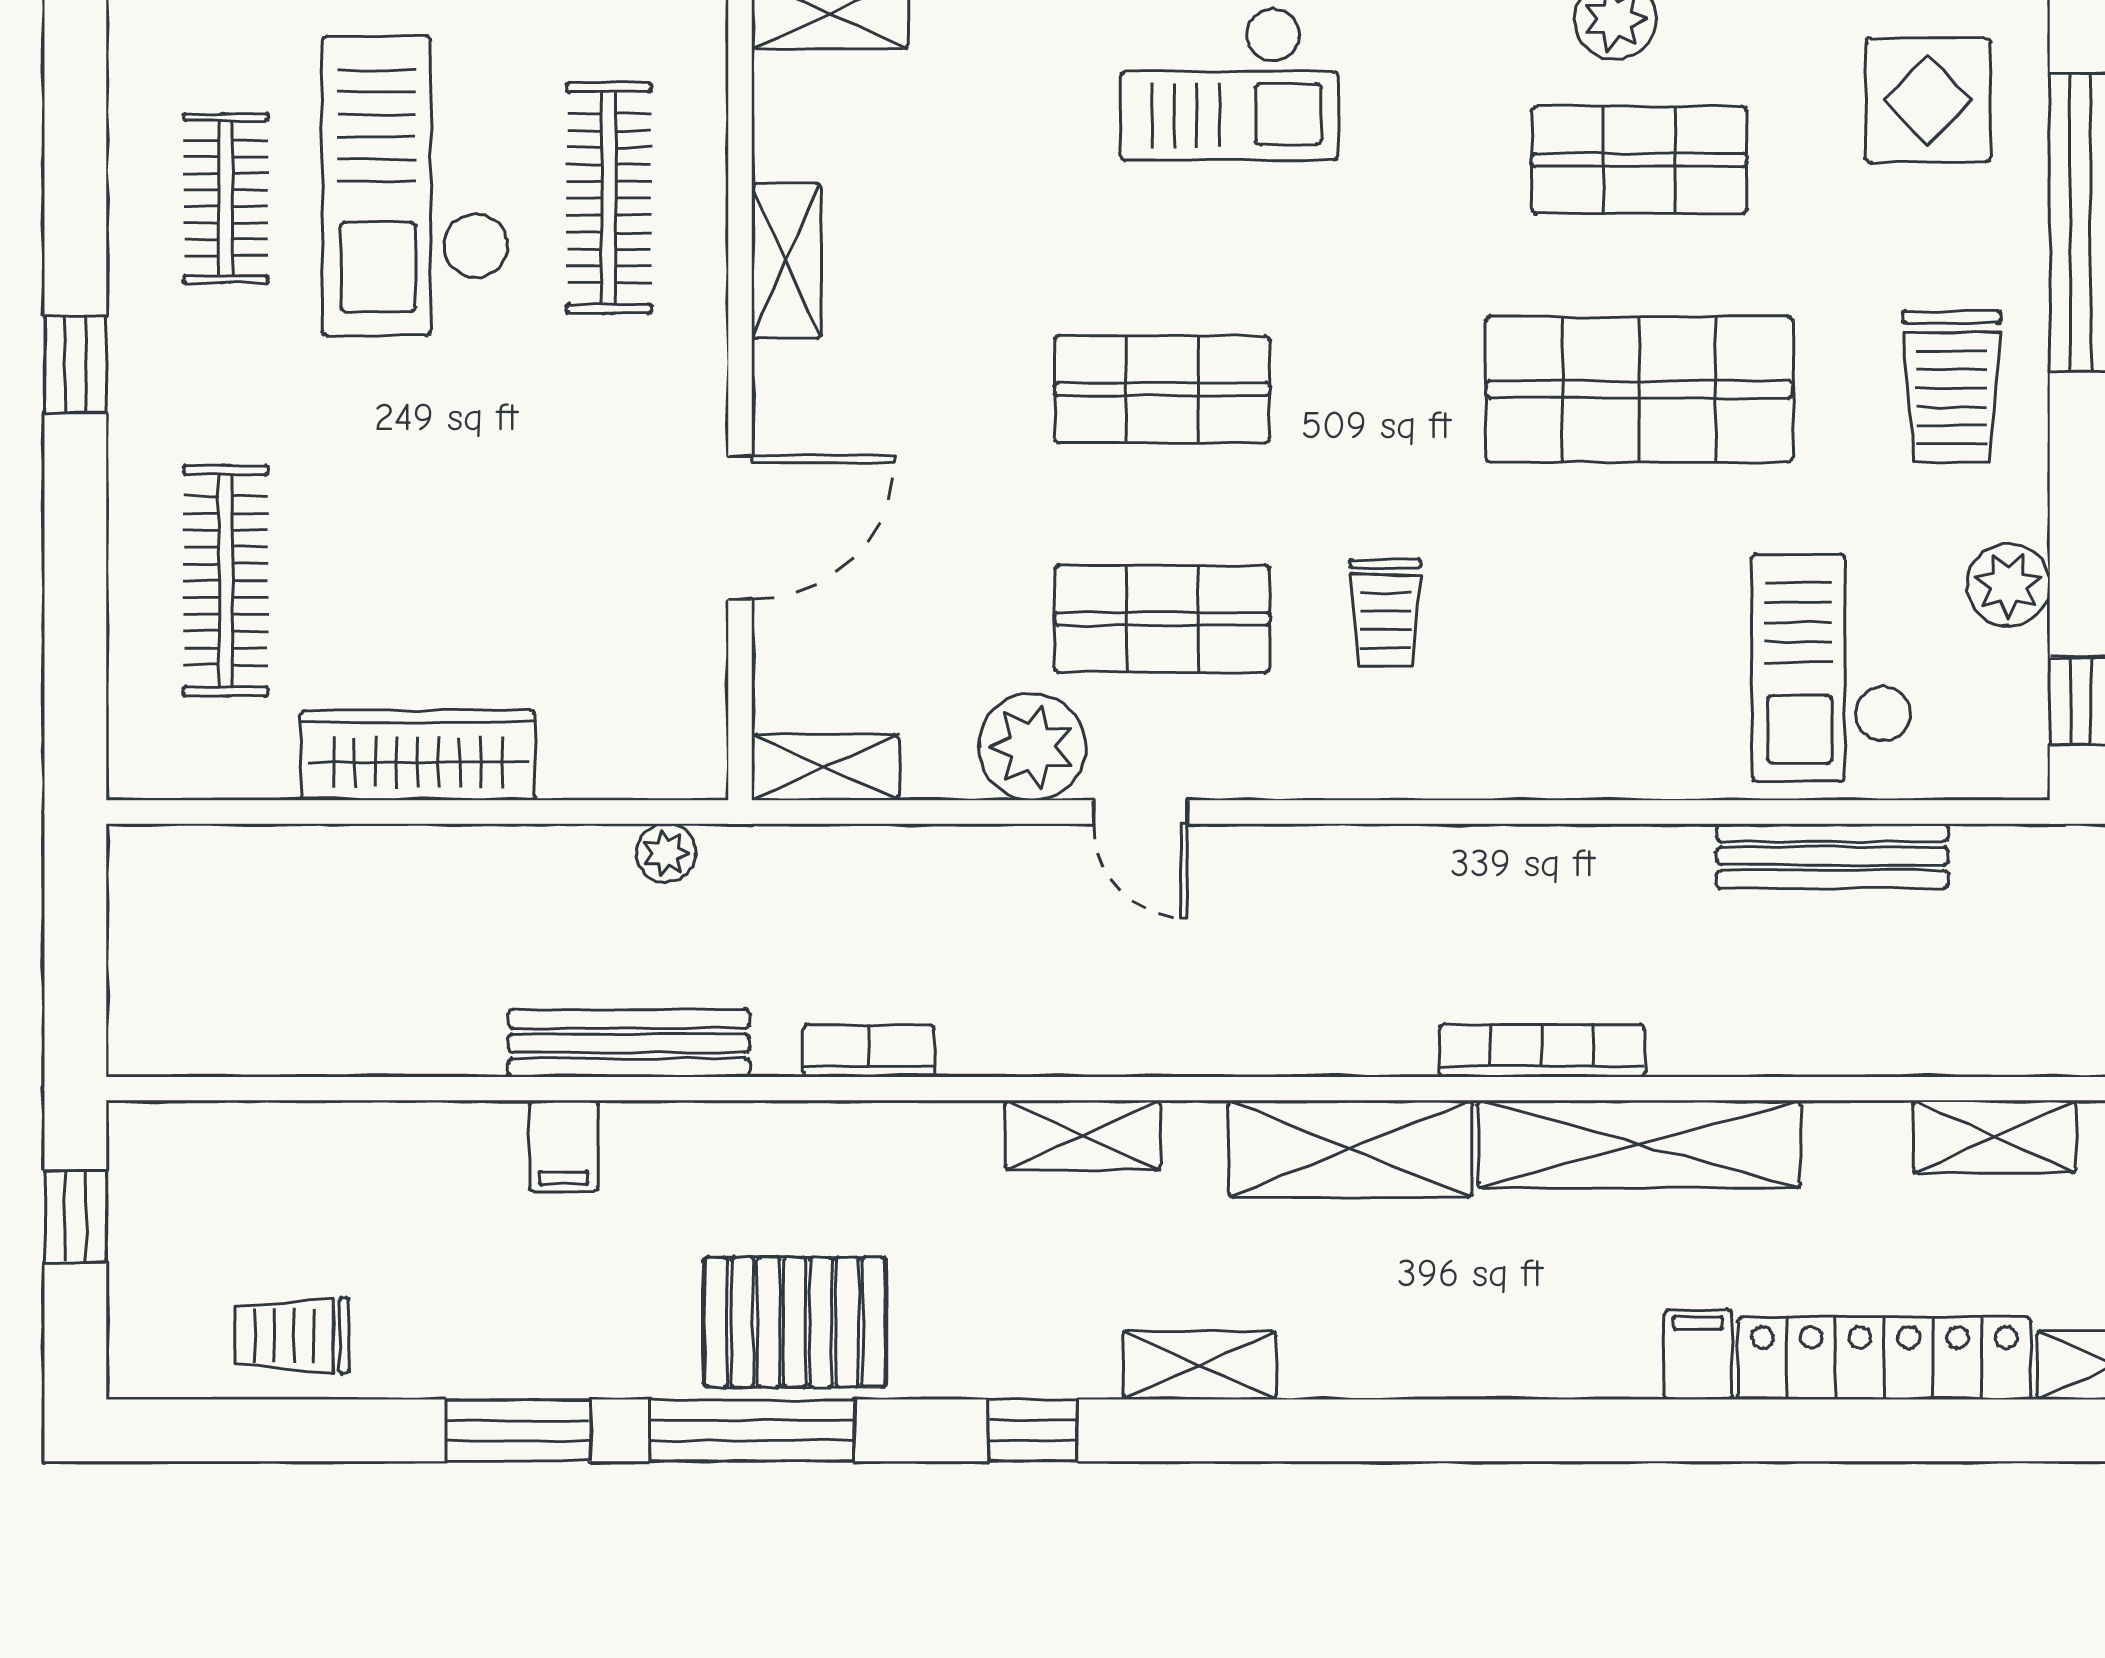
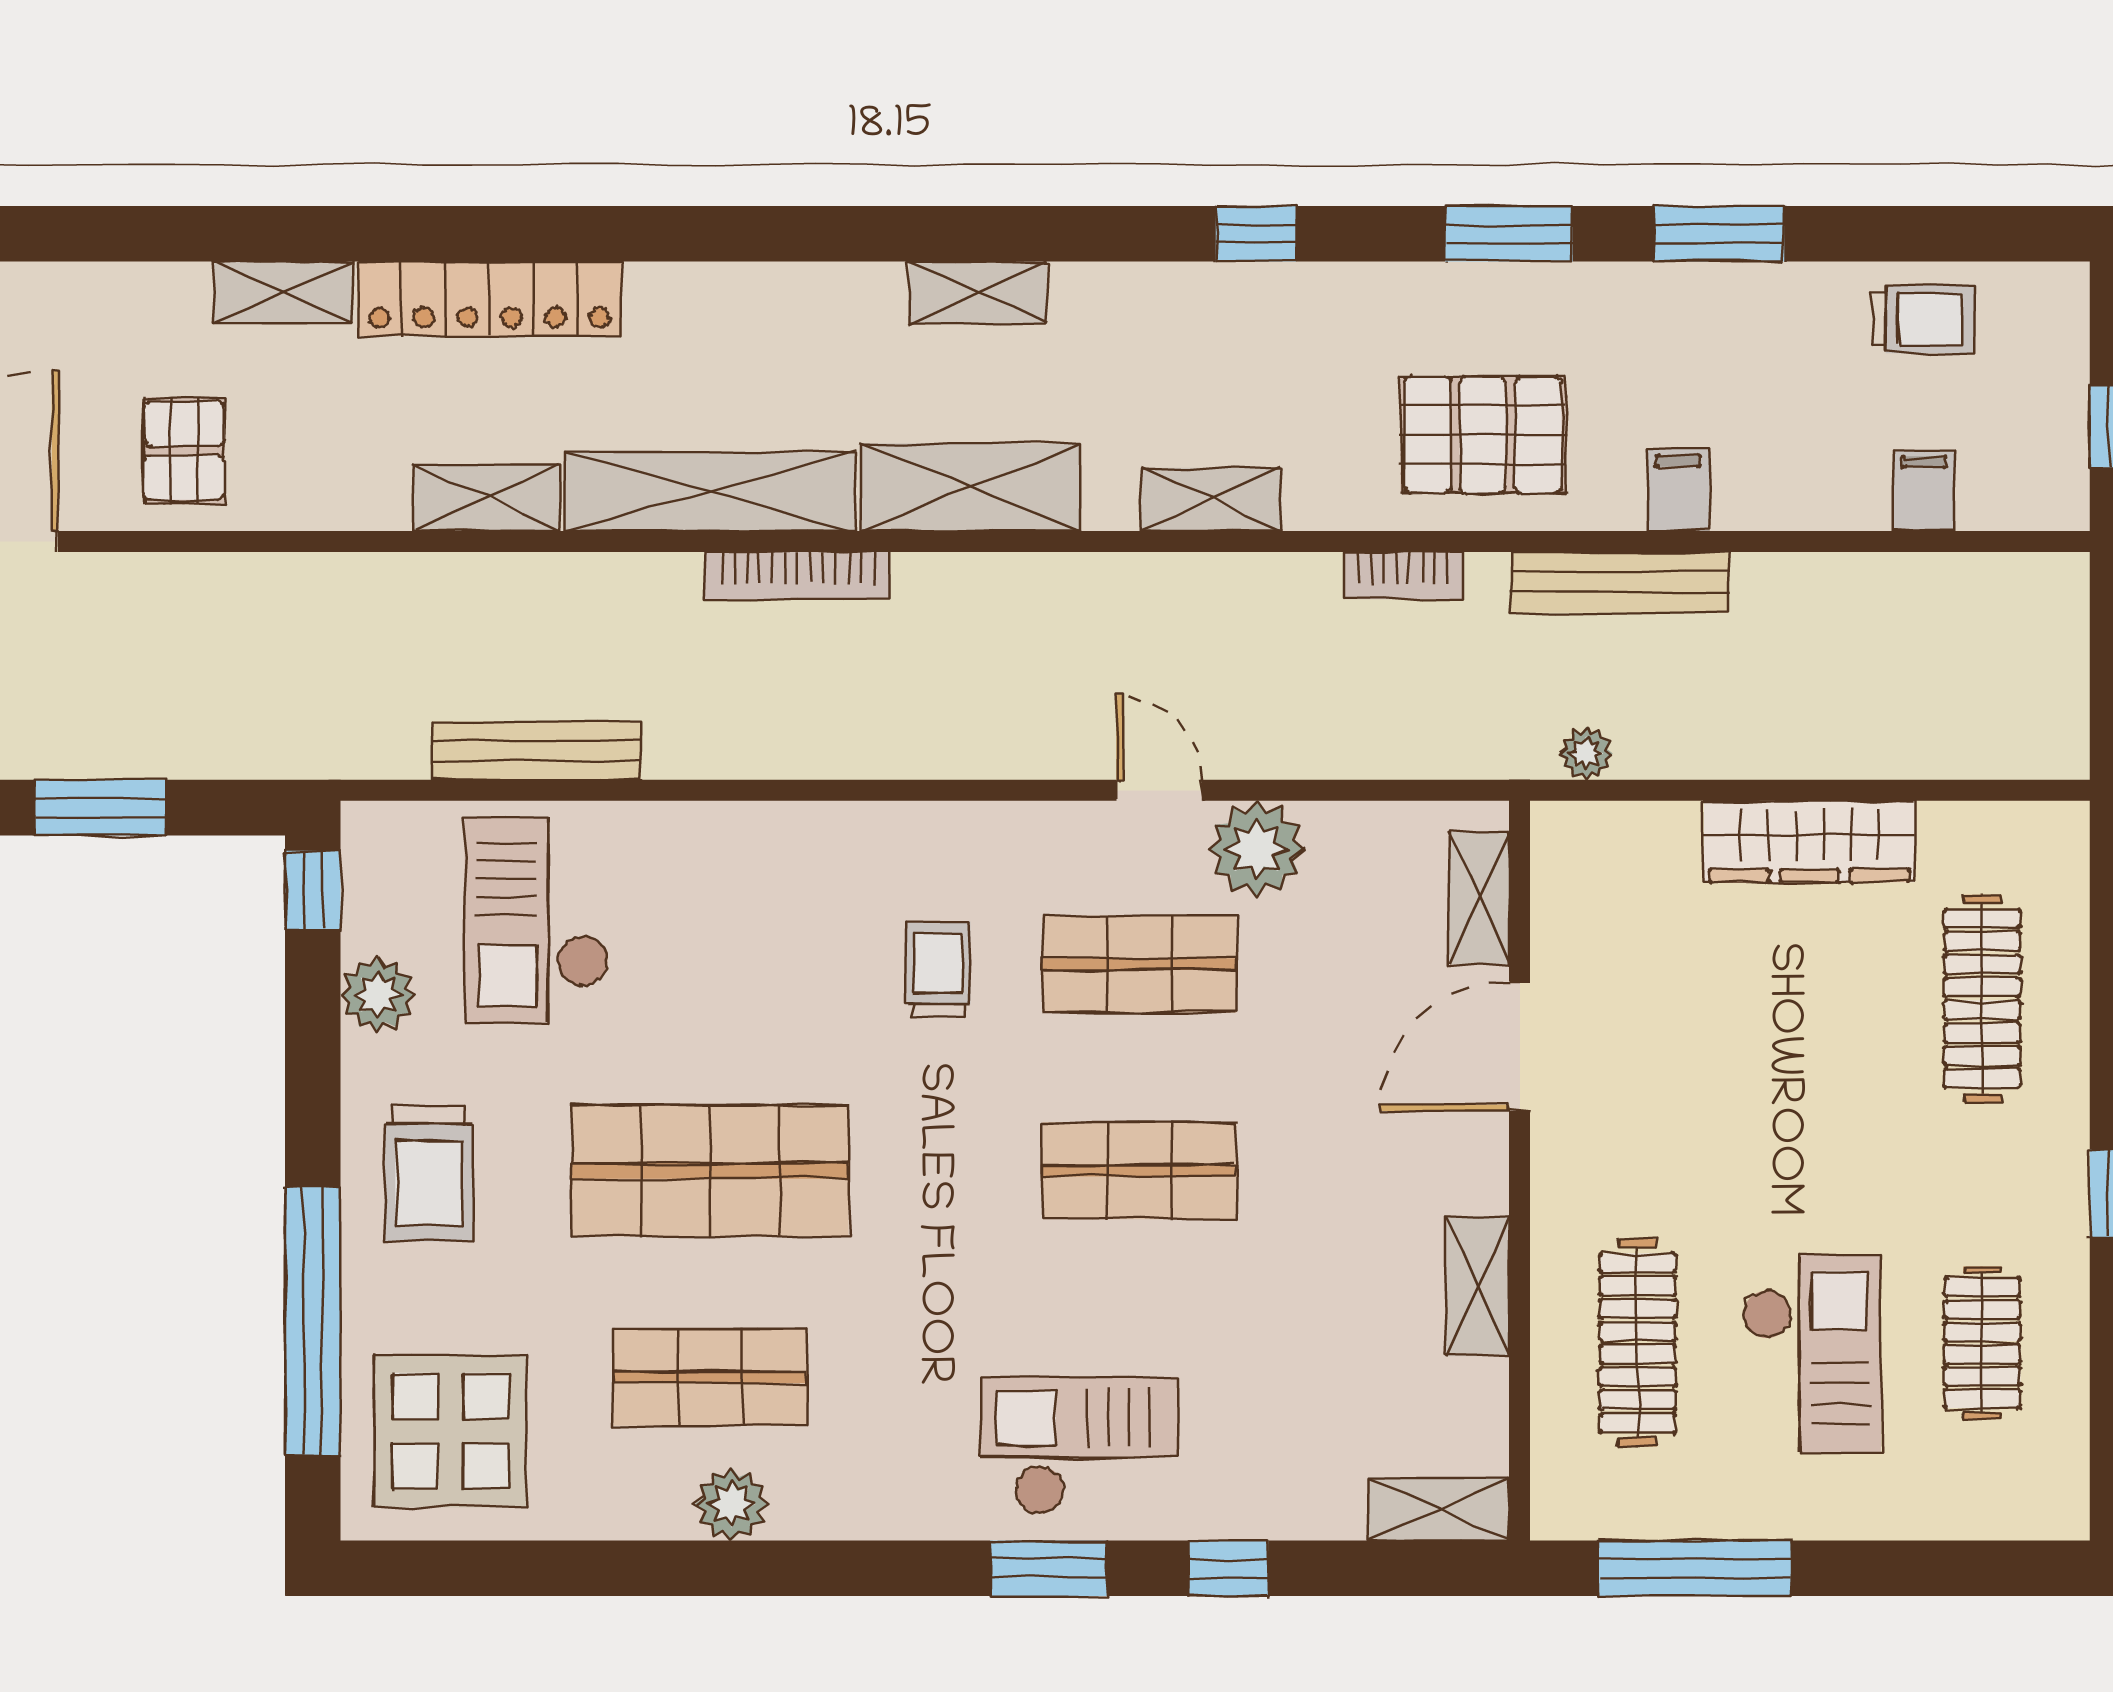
display table: (1928, 100) -> (450, 1431), width x1.36, depth x1.36
checkout: (416, 186) -> (1811, 1354), width x0.73, depth x0.83
trolley: (1952, 387) -> (429, 1173), turned 180
checkout: (1832, 668) -> (537, 920), turned 180
shelving: (825, 767) -> (1479, 898), moved, turned 90
shelving: (1995, 1137) -> (487, 498), moved
pallet: (795, 1322) -> (1483, 435), moved
filing cabinet: (1698, 1355) -> (1924, 490), moved, turned 180
shelving: (1199, 1365) -> (978, 292), moved
window: (752, 1430) -> (1509, 234), width x0.69

